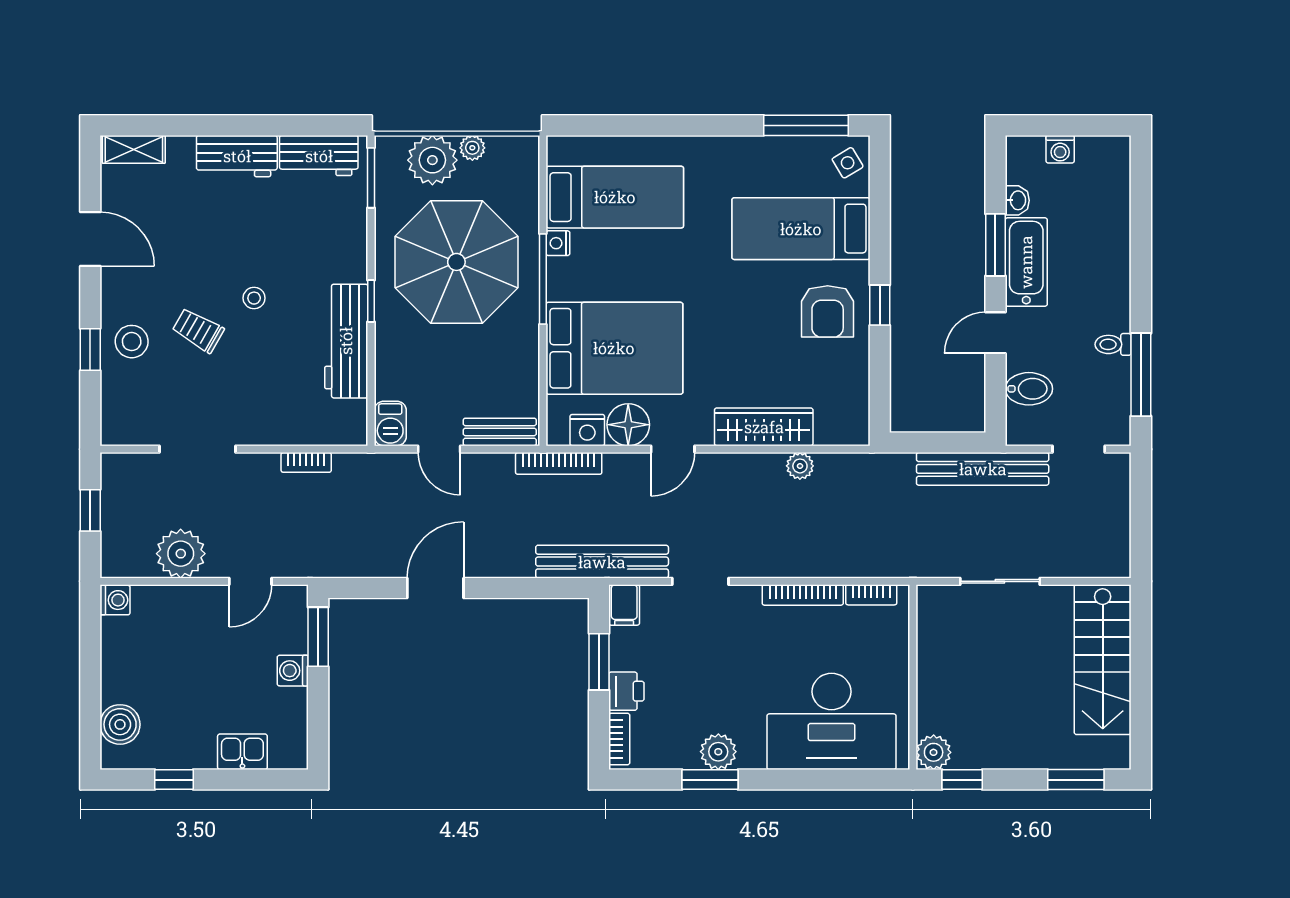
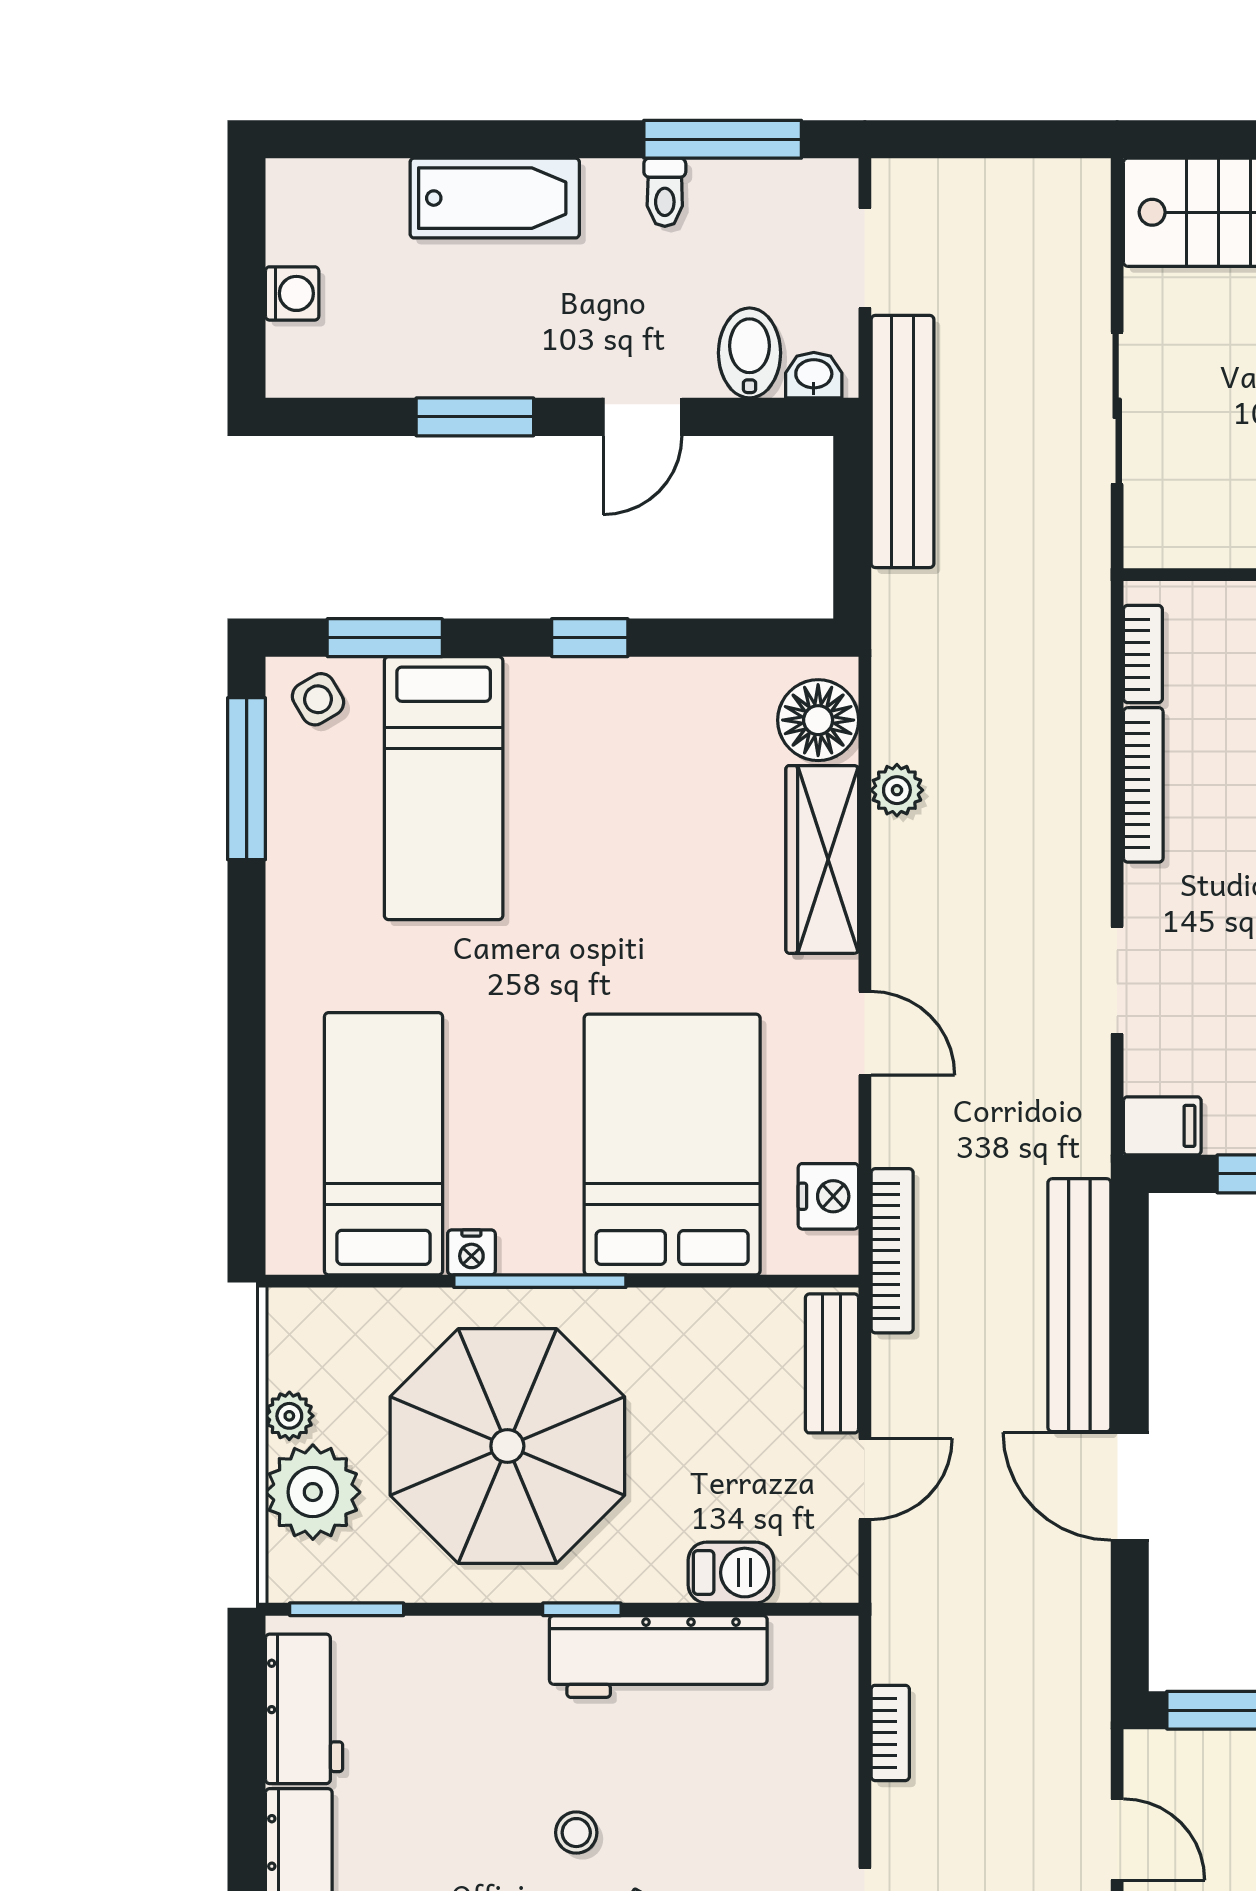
window: (880, 198) -> (385, 638), added
washbasin: (1017, 200) -> (814, 375), moved
bathtub: (1026, 262) -> (495, 198), moved, turned 180
armchair: (828, 311) -> (602, 738), removed
door: (995, 333) -> (642, 417), hinge flipped
barbecue: (390, 423) -> (731, 1573), moved
floor lamp: (628, 425) -> (818, 720), moved
bench: (602, 562) -> (1079, 1305), moved

